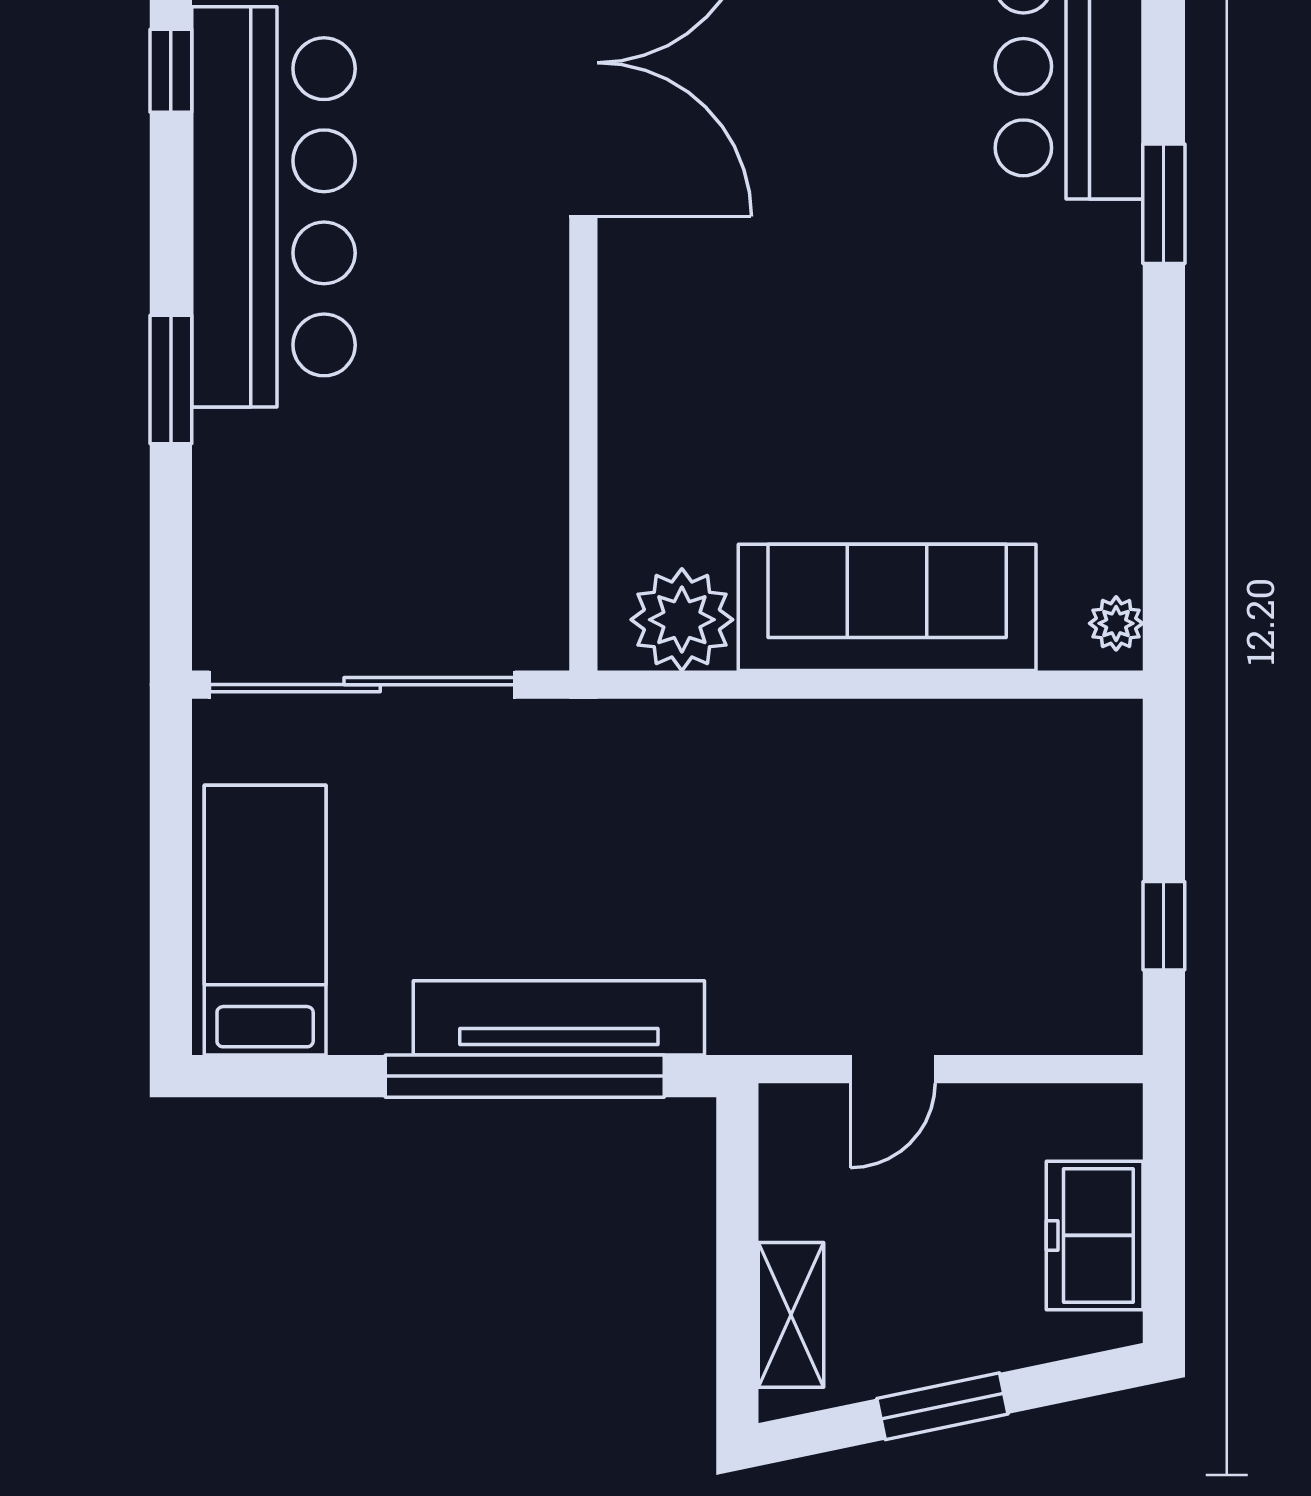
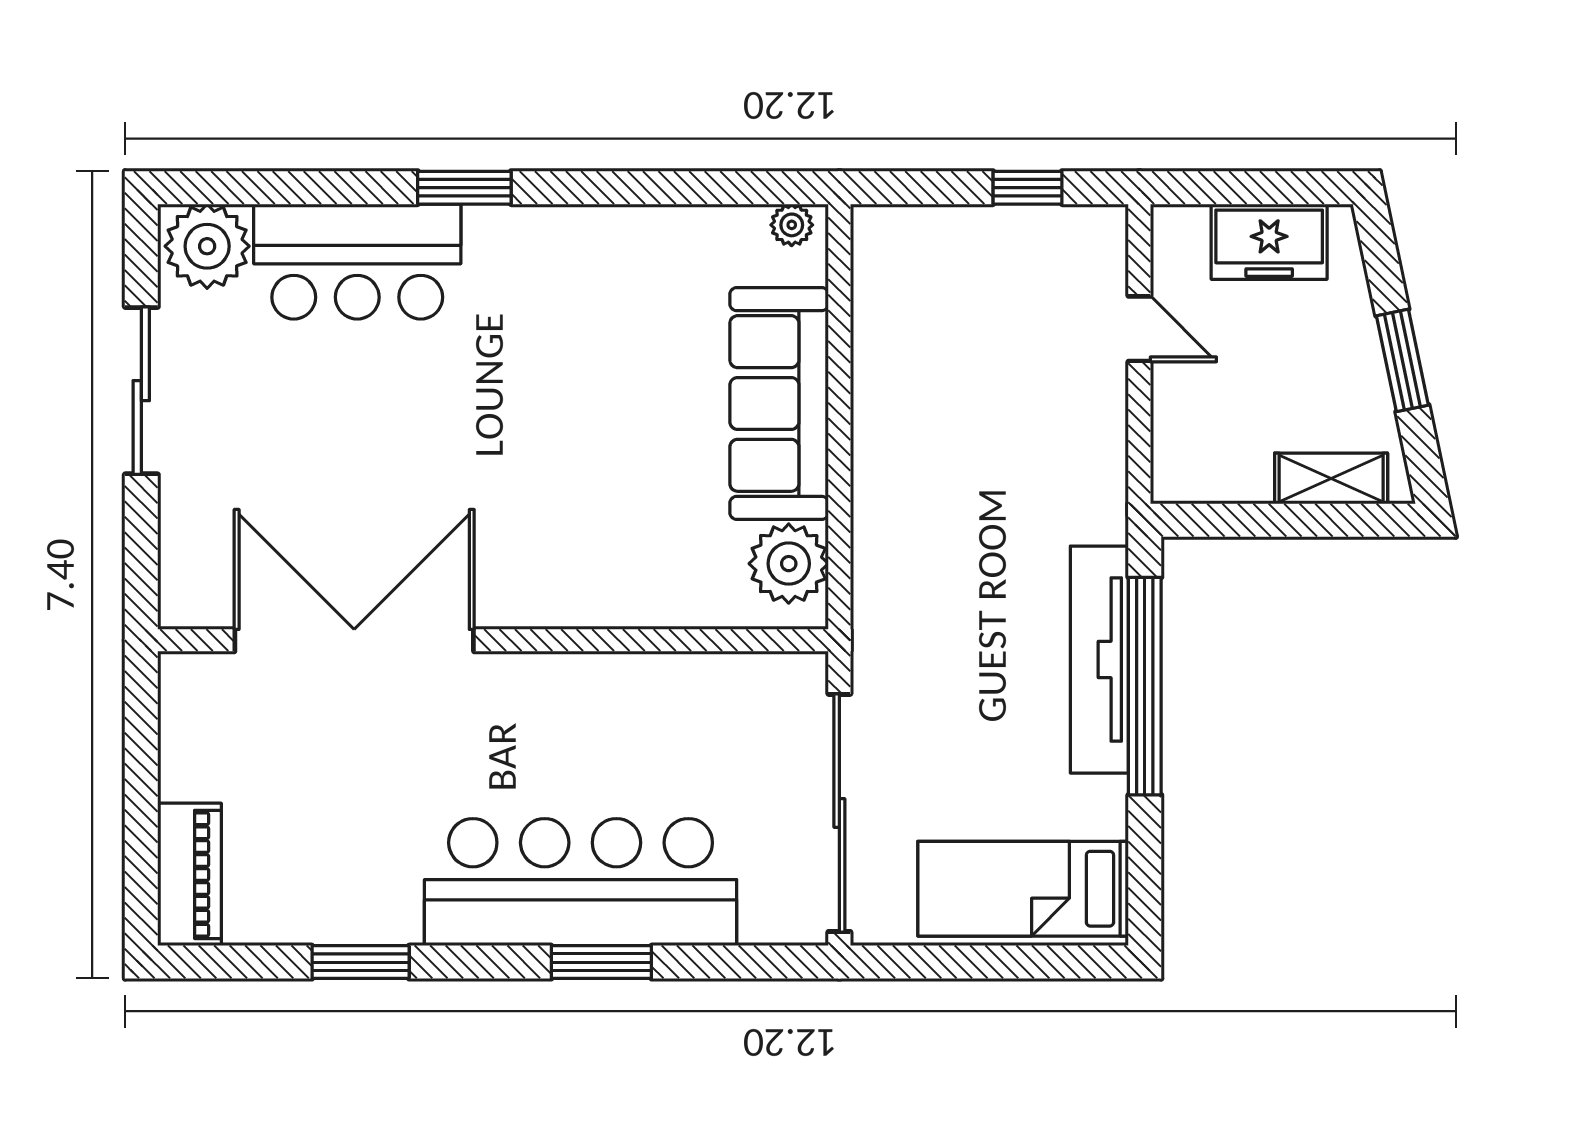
window: (171, 71) -> (361, 962), width x1.50
bar counter: (273, 207) -> (581, 882), moved
door: (893, 1069) -> (1139, 329), moved

